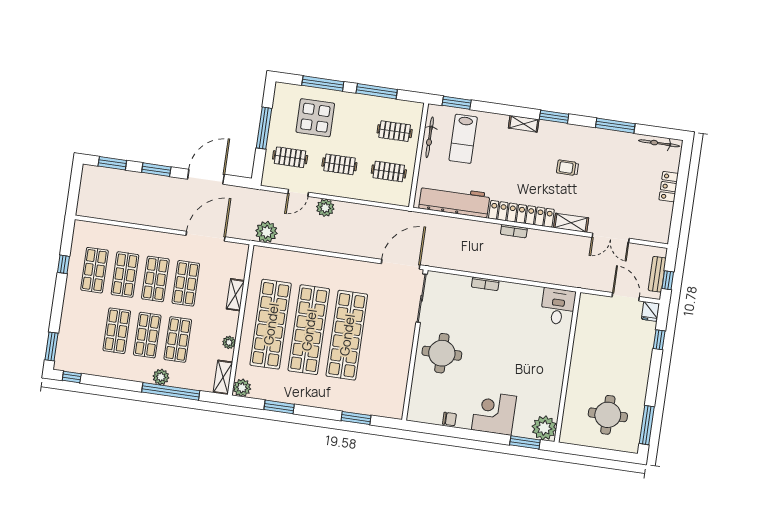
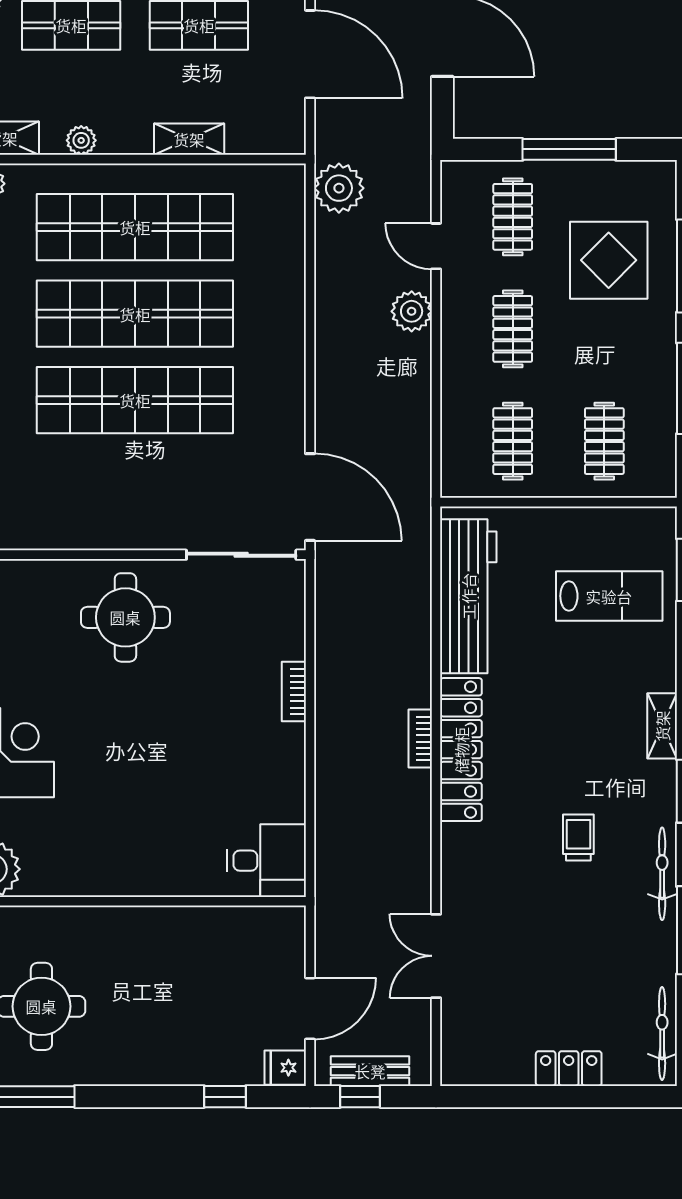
bicycle: (430, 137) -> (662, 874), moved, turned 90
lab bench: (463, 139) -> (609, 596), turned 180
shelving: (571, 223) -> (457, 863), removed

